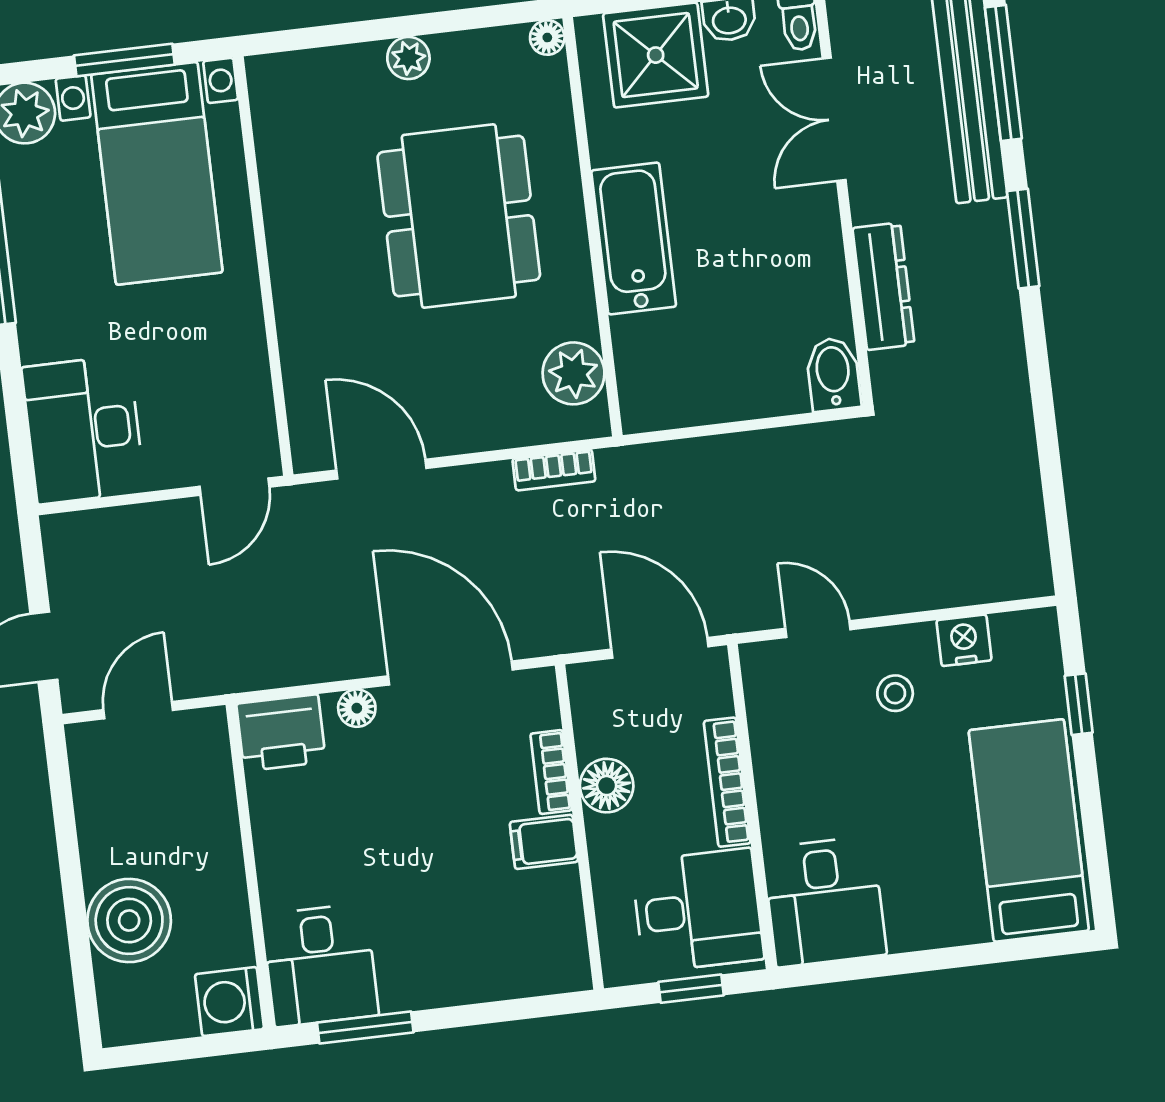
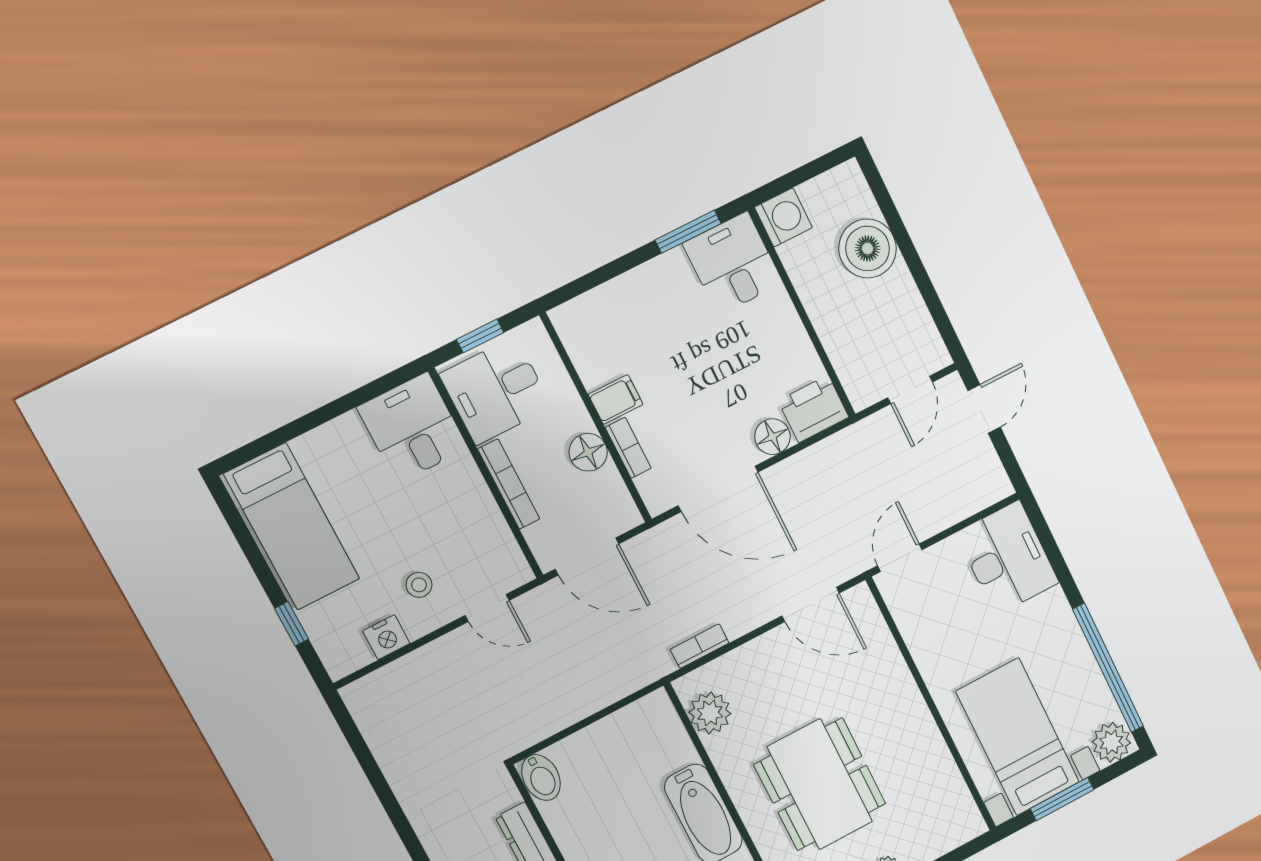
floor lamp: (357, 708) -> (772, 437), width x1.37, depth x1.37

